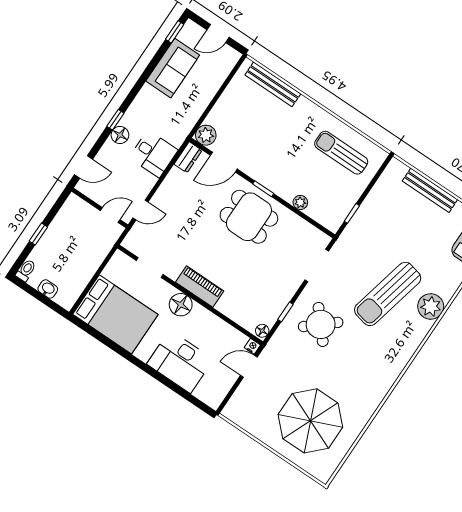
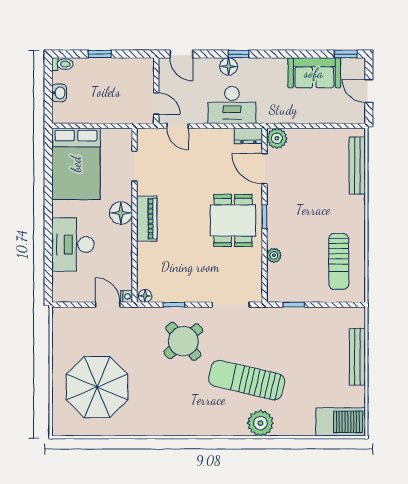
sun lounger: (341, 153) -> (339, 261), turned 180
desk: (154, 154) -> (232, 105), width x1.37

